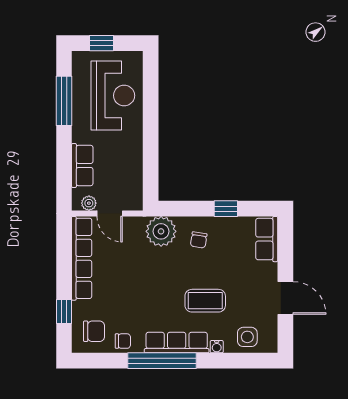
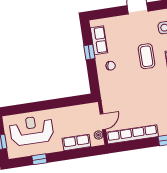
window: (64, 101) -> (39, 159), width x0.46
plant: (161, 231) -> (109, 89), removed
row of seats: (267, 239) -> (99, 40), moved, turned -90

